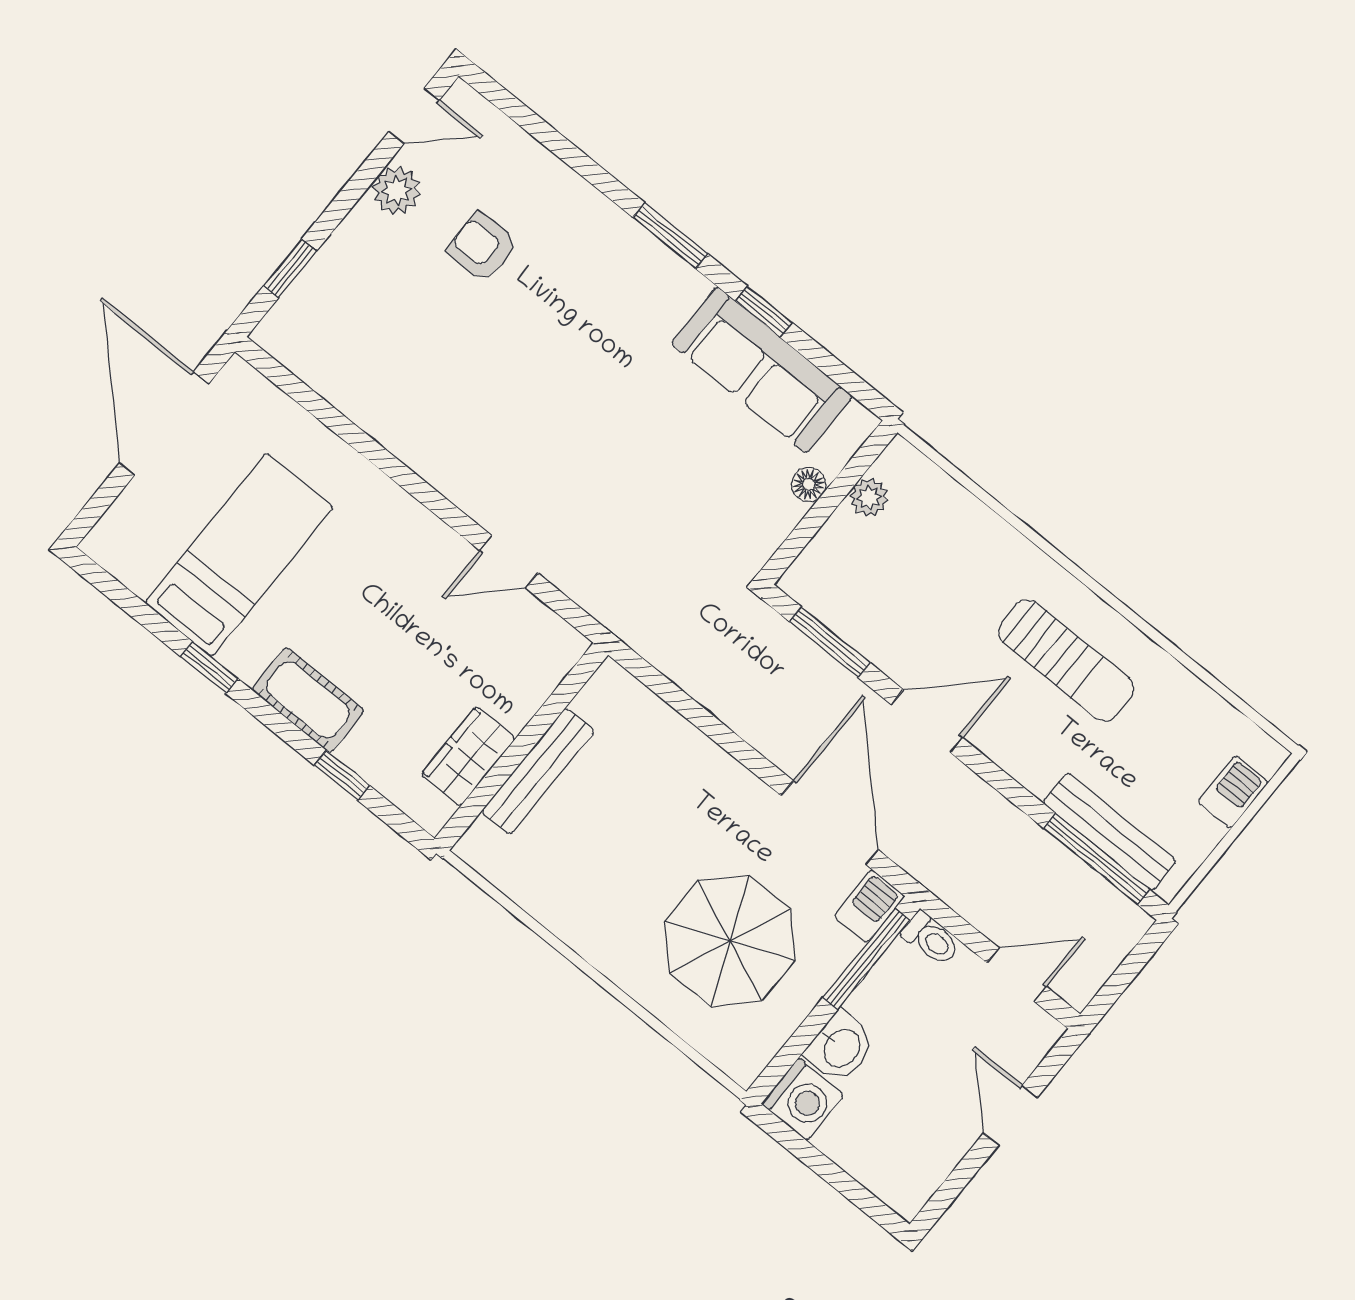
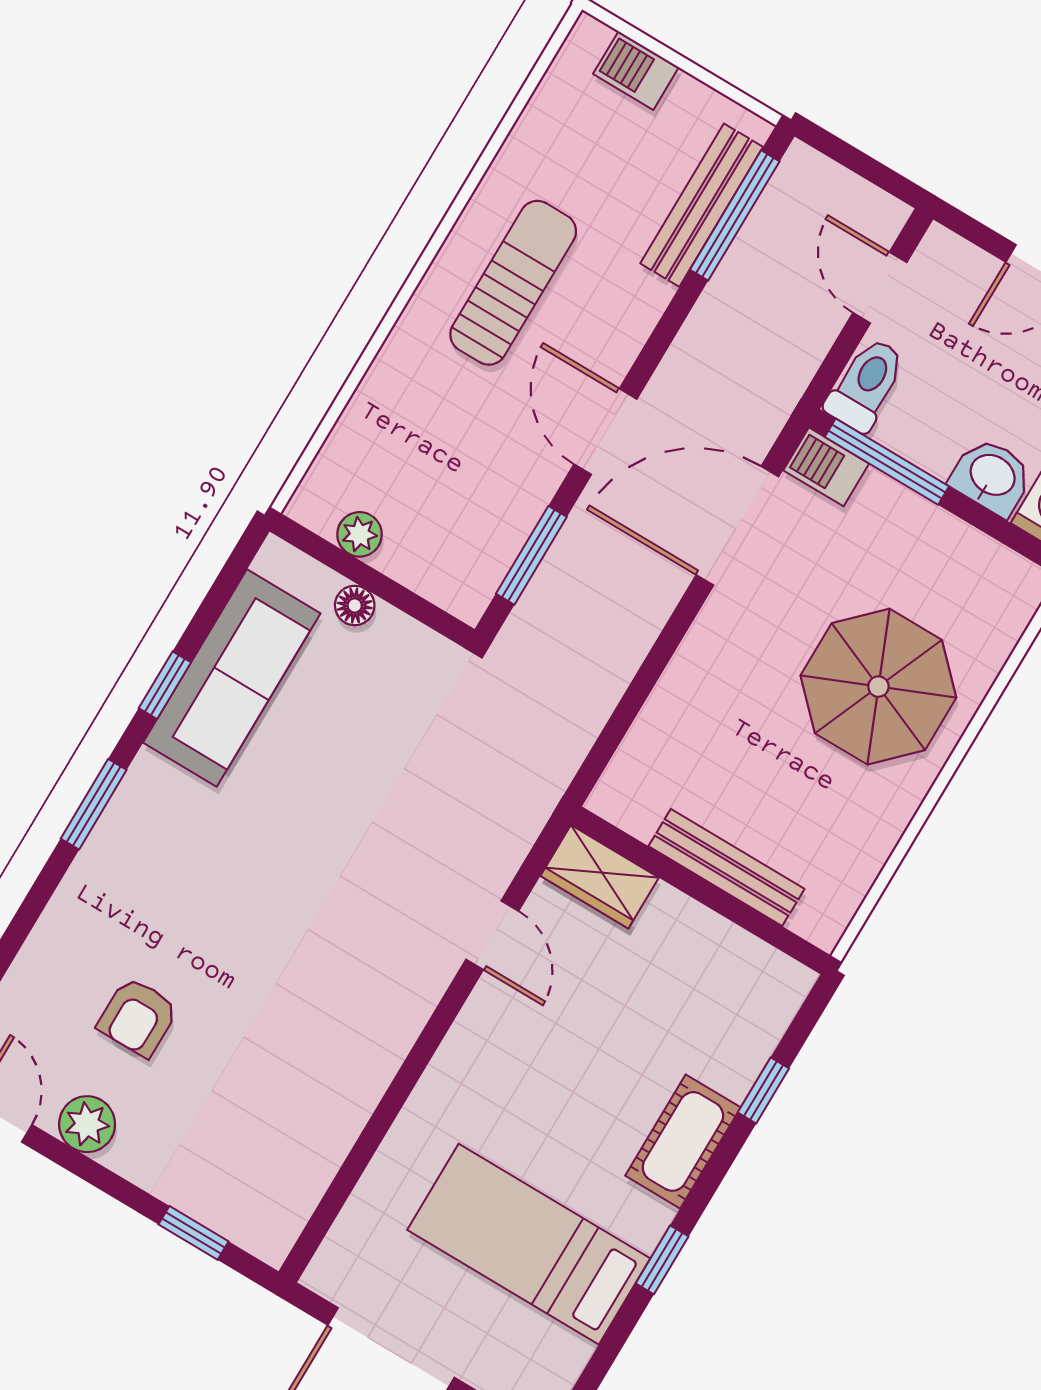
wardrobe: (468, 756) -> (600, 877), moved
toilet: (931, 939) -> (866, 385), width x1.37, depth x1.39
parasol: (730, 941) -> (878, 687), moved

